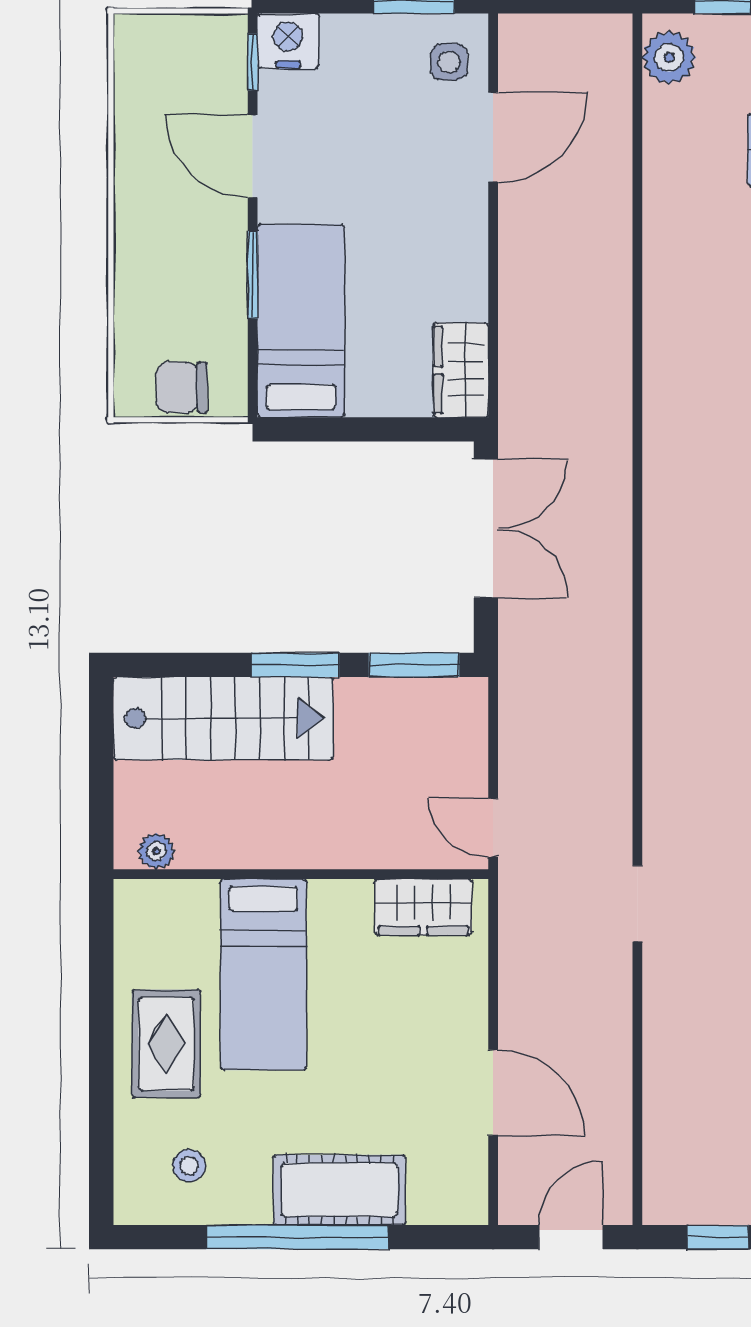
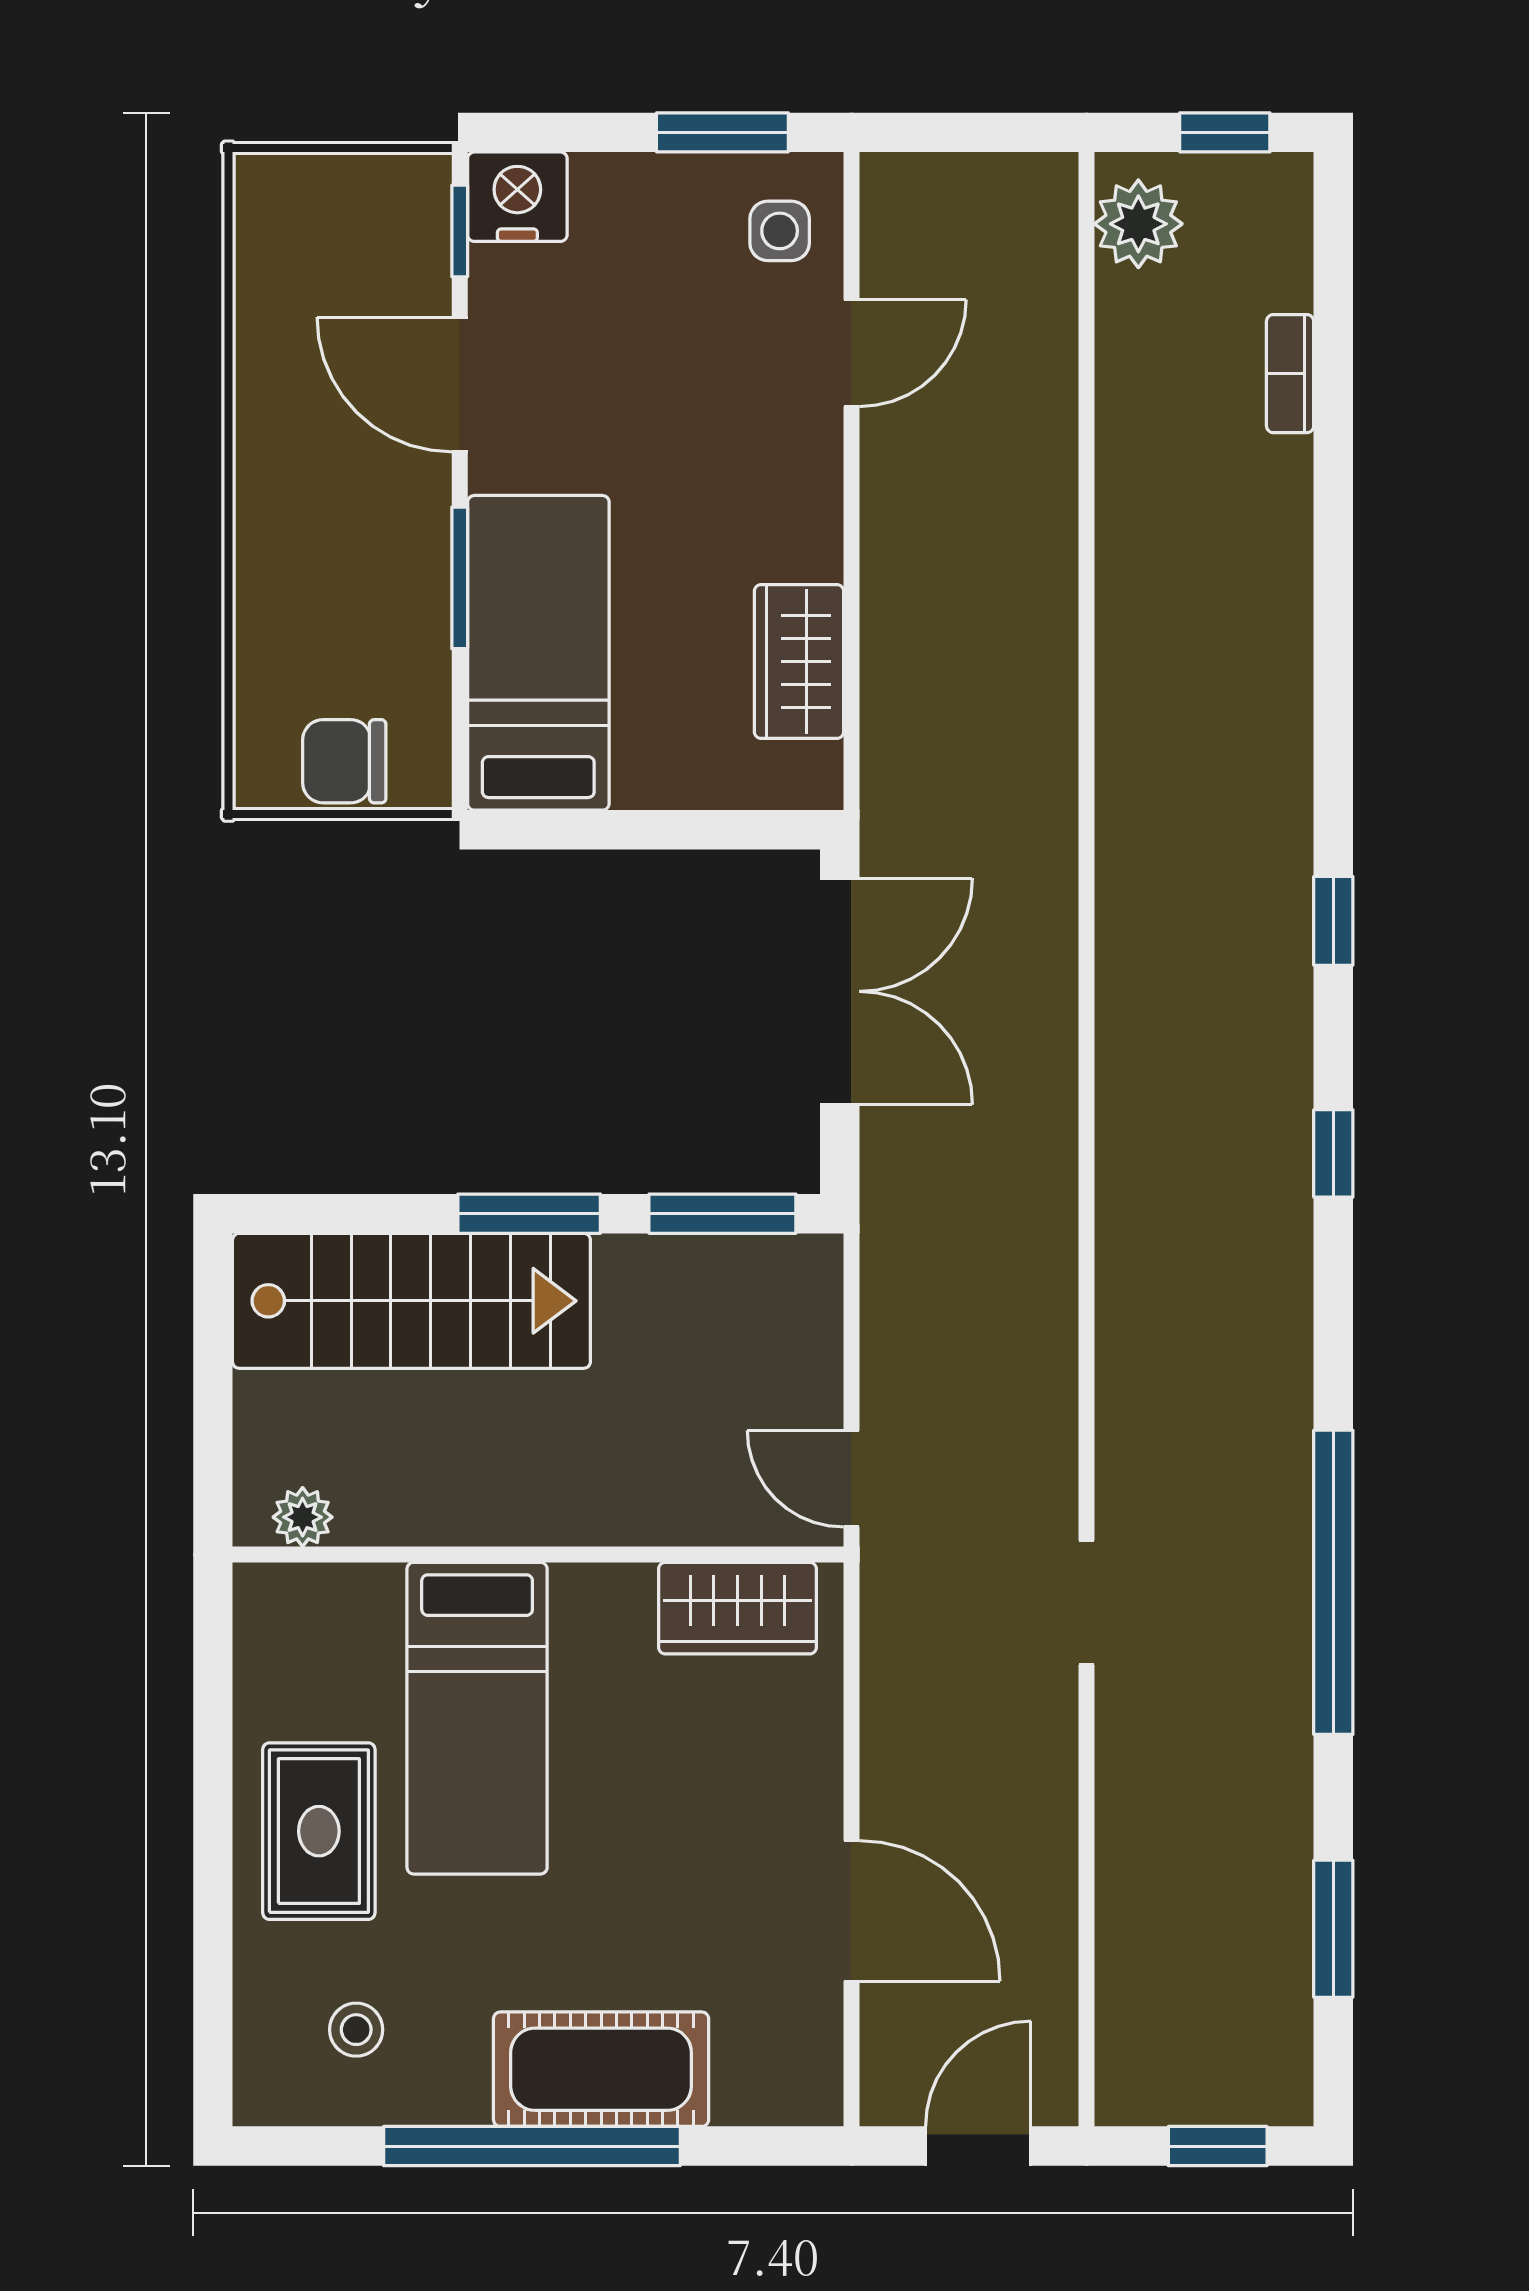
door: (493, 137) -> (851, 353), width x0.73
wardrobe: (461, 370) -> (799, 661), moved

